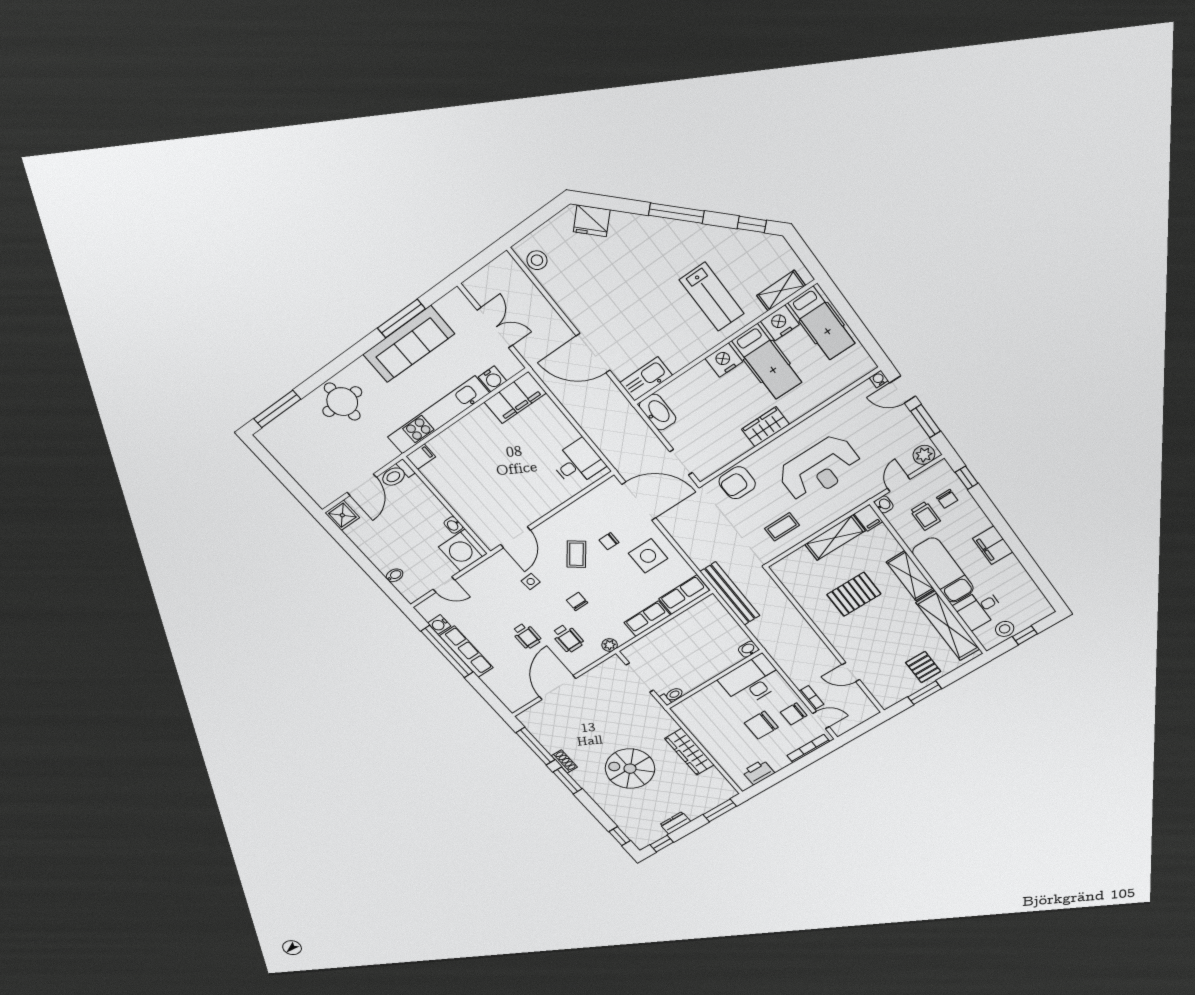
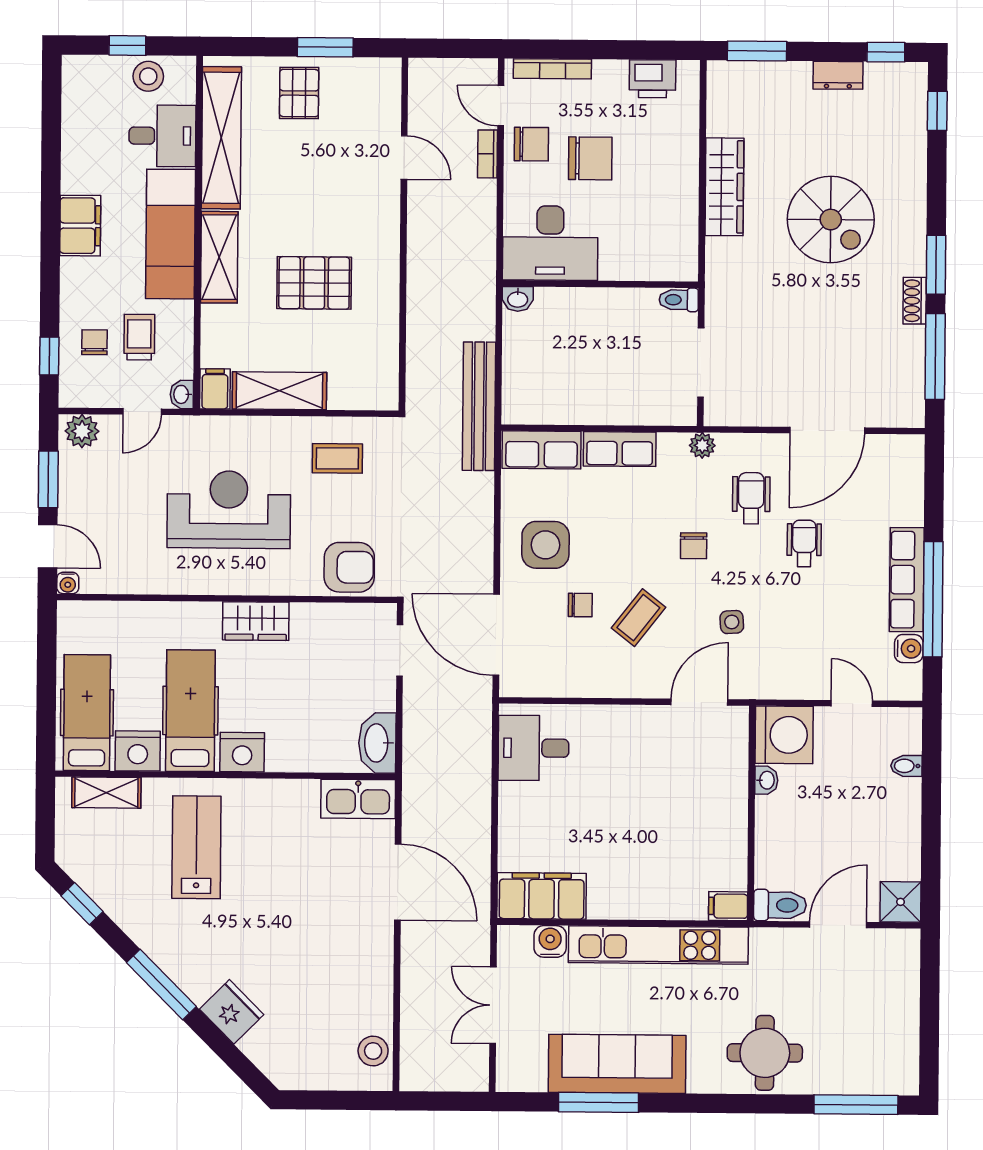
fridge: (592, 221) -> (232, 1012), moved

